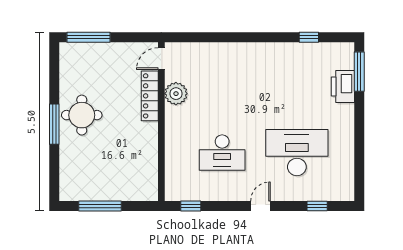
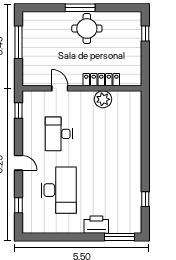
window: (88, 37) -> (145, 34), width x0.46
door: (161, 59) -> (60, 88), moved
printer: (343, 87) -> (96, 225), moved

